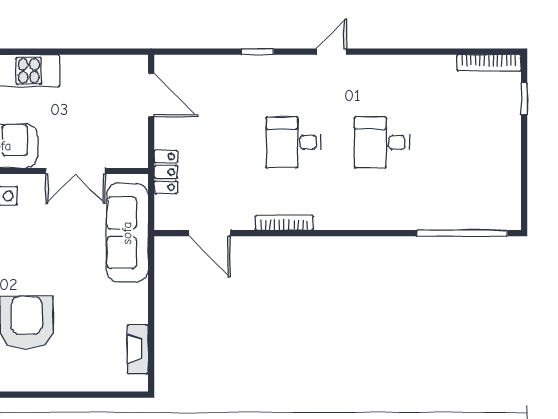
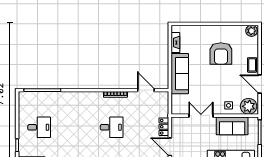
desk: (382, 142) -> (39, 127), moved
locker: (166, 172) -> (164, 127), moved
sofa: (127, 233) -> (180, 74), moved

